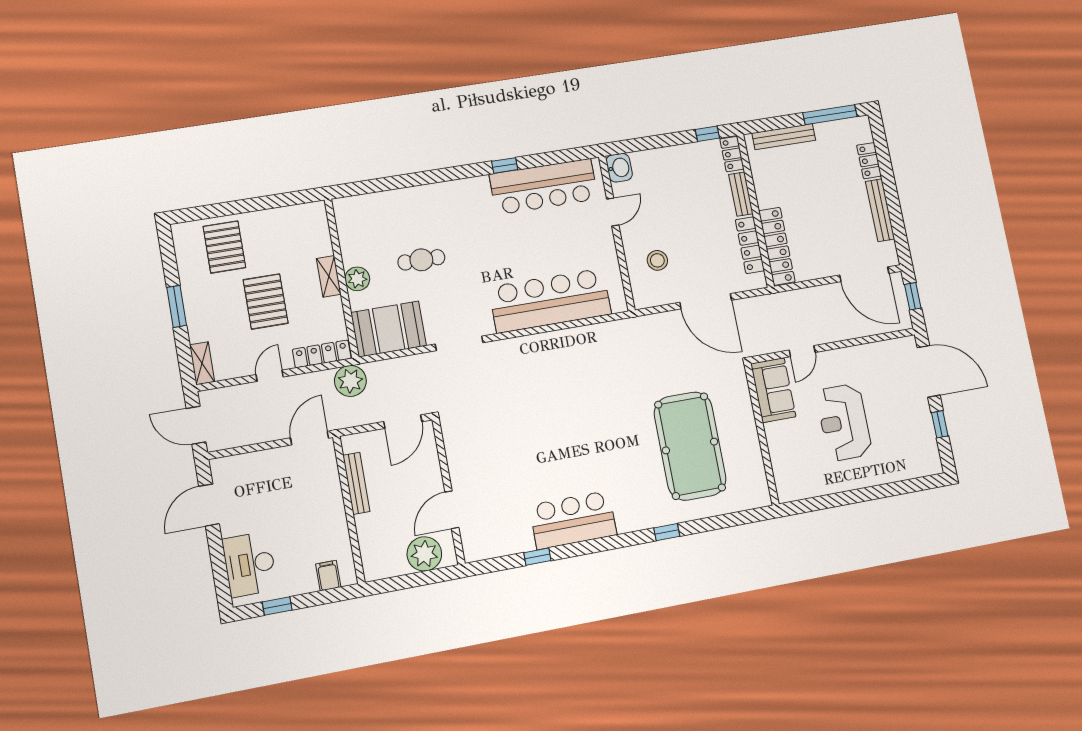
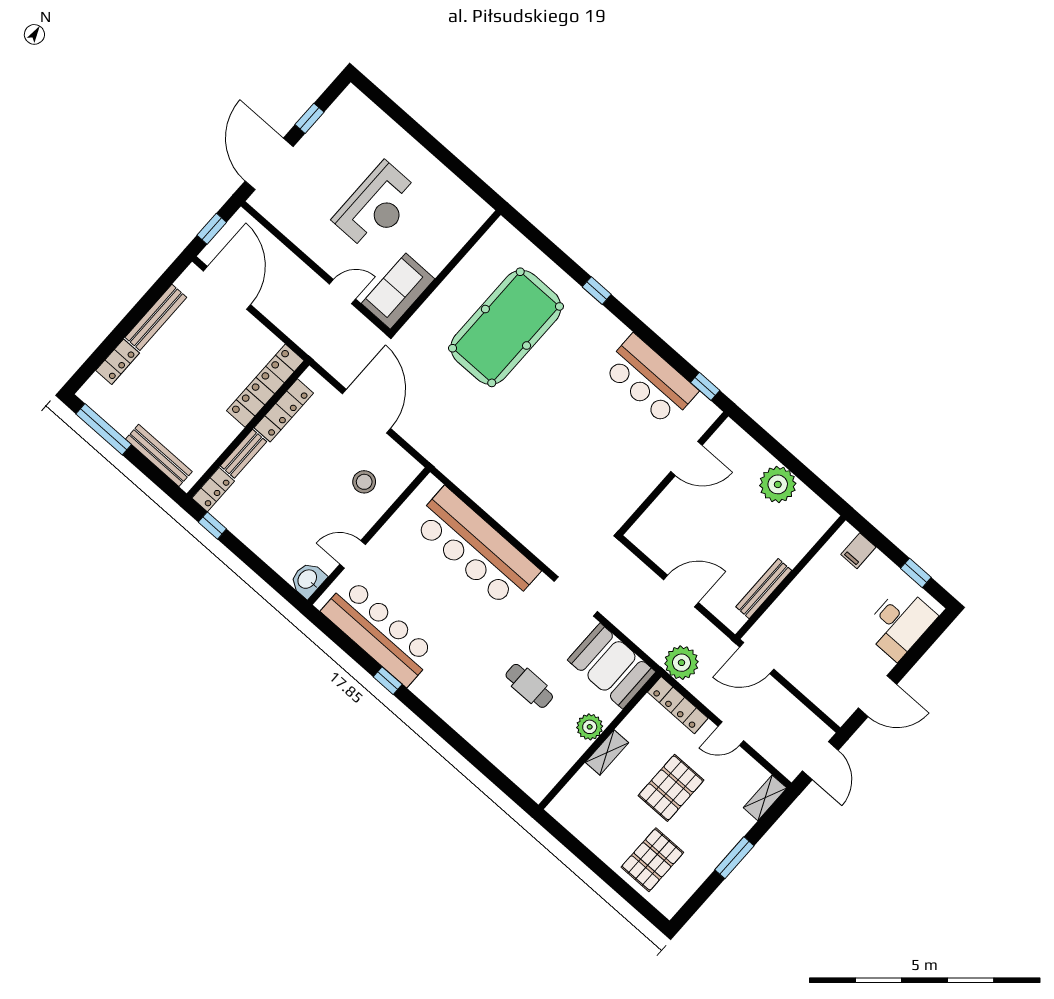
wall: (448, 491) -> (673, 473), moved
door: (452, 510) -> (686, 458), moved

